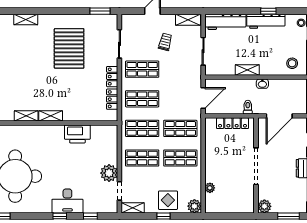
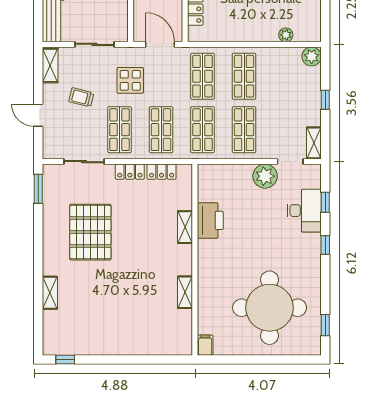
pallet: (69, 48) -> (90, 232), turned 90
shelving: (51, 116) -> (185, 227), moved
display table: (168, 200) -> (130, 80), moved
desk: (67, 201) -> (304, 211), moved

